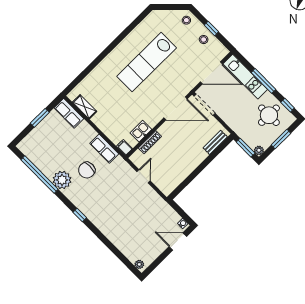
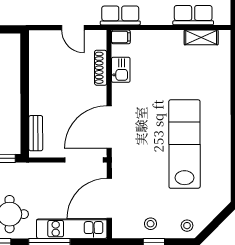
row of seats: (69, 113) -> (193, 15), moved
row of seats: (104, 149) -> (120, 15), moved

